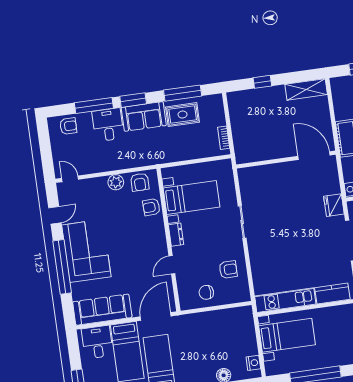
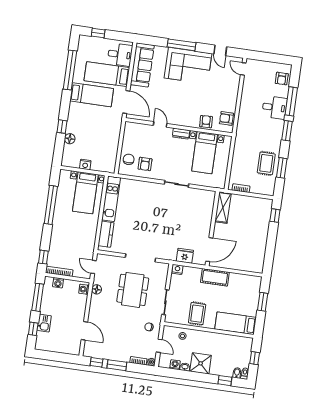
window: (262, 82) -> (275, 216), moved
shelving: (306, 89) -> (223, 208), moved
window: (183, 93) -> (282, 168), width x0.69
sofa: (144, 116) -> (273, 135), removed
door: (70, 179) -> (243, 69), swing flipped
plant: (116, 182) -> (231, 101), removed
fridge: (334, 205) -> (185, 256), moved
window: (62, 267) -> (181, 45), width x0.68
chair: (206, 292) -> (129, 159), moved
nightstand: (253, 363) -> (85, 165), moved

